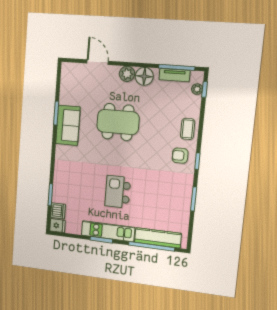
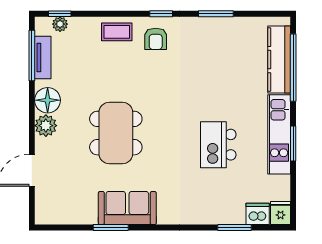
kitchen island: (118, 192) -> (218, 145), moved, turned 90

